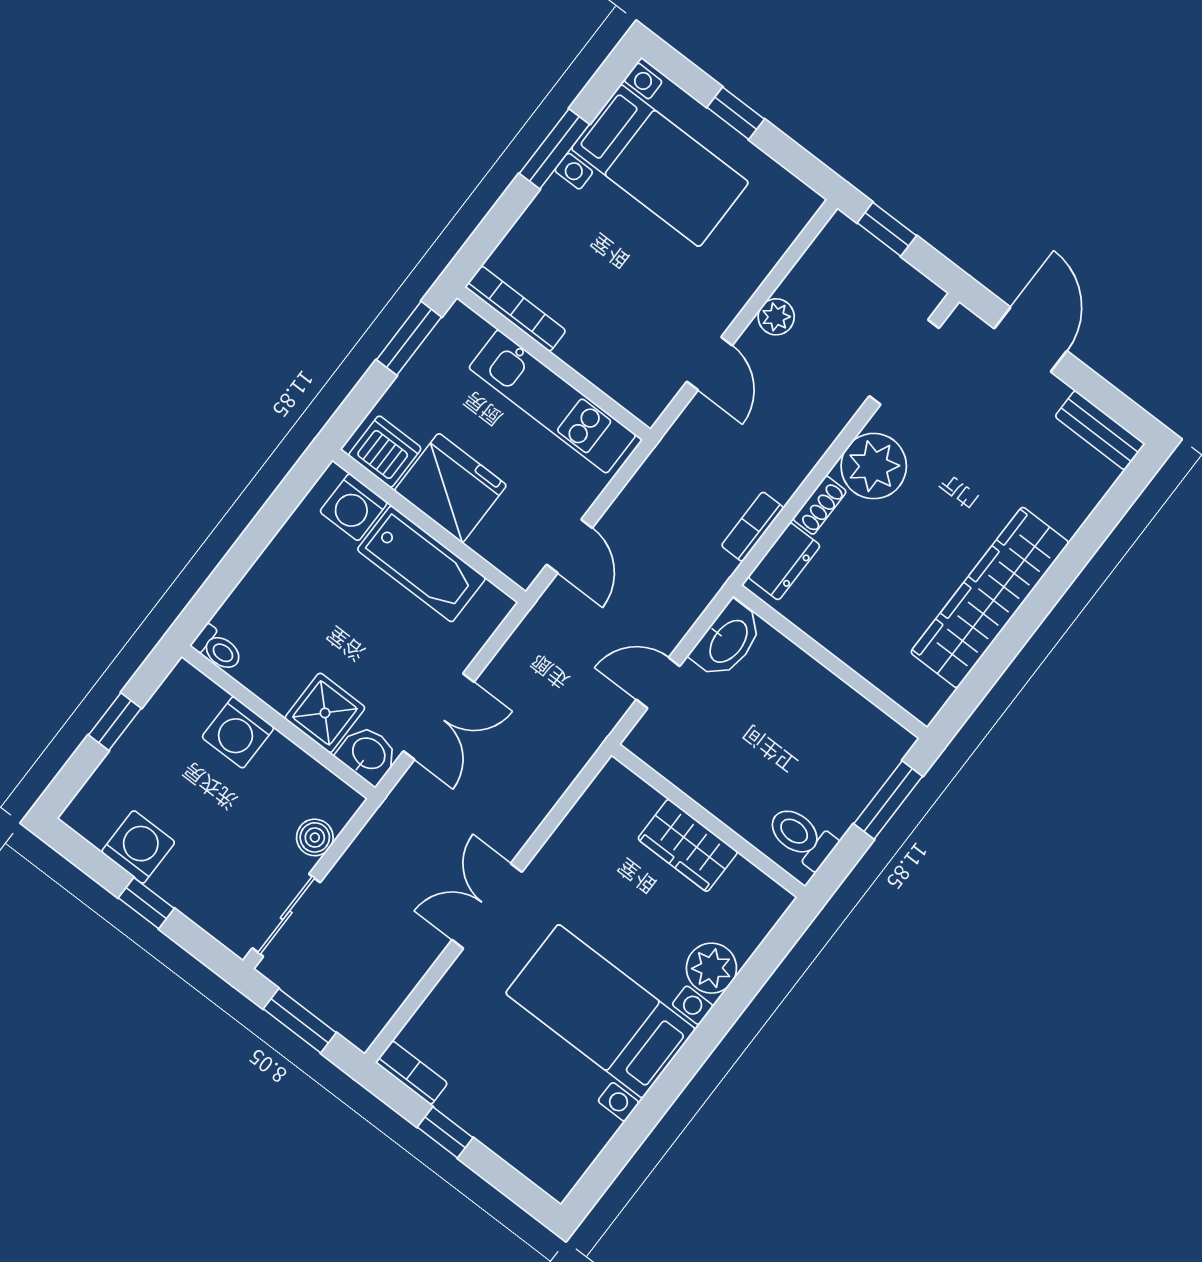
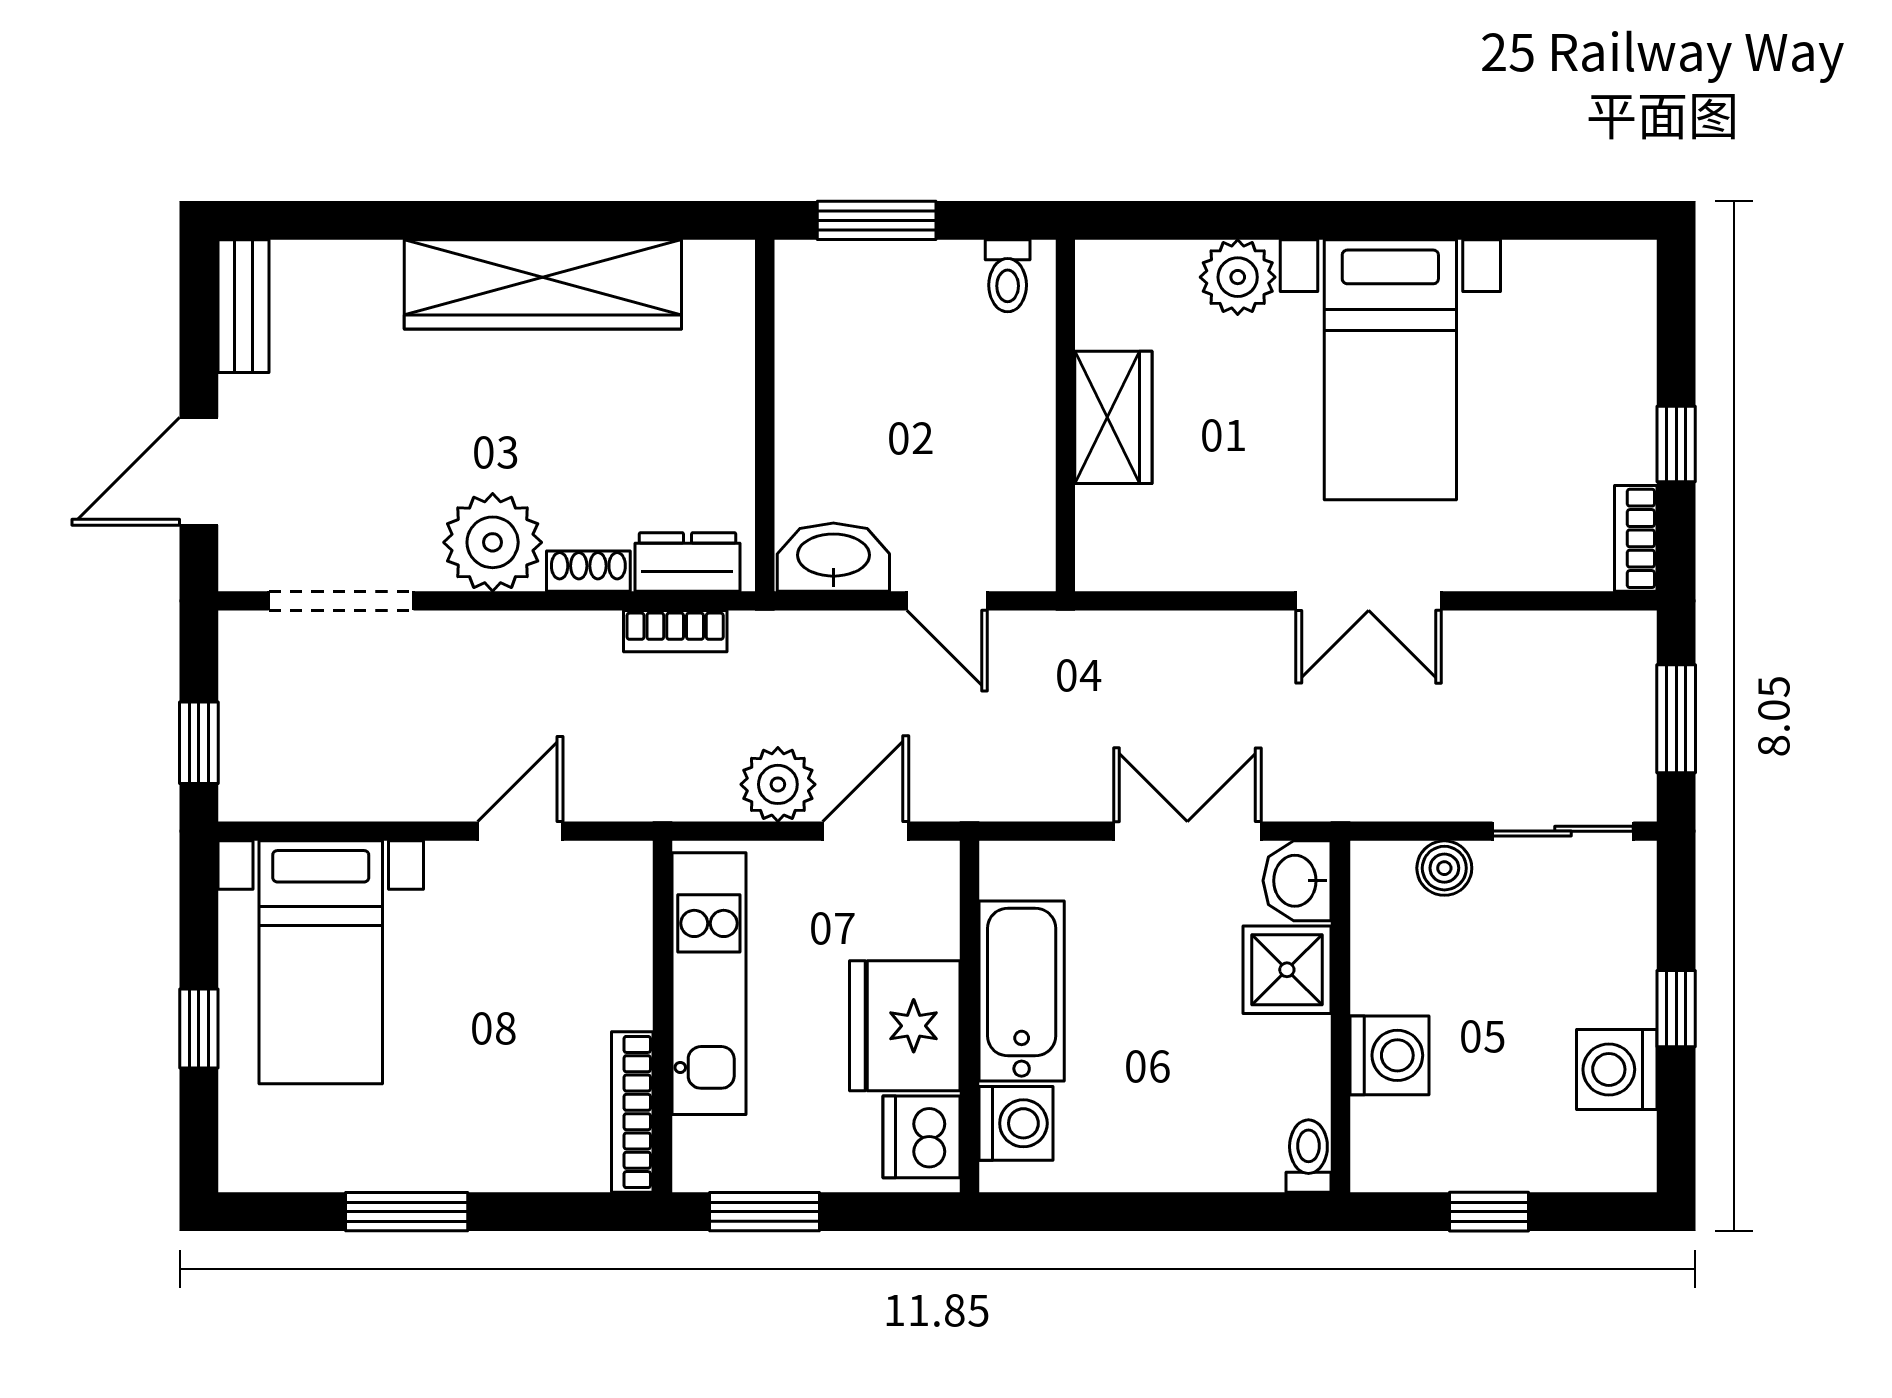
bed with nightstands: (660, 166) -> (321, 962), moved, turned 180
plant: (776, 317) -> (778, 784), moved, width x1.38, depth x1.38
toilet: (802, 837) -> (1008, 276), width x0.73, depth x0.72

